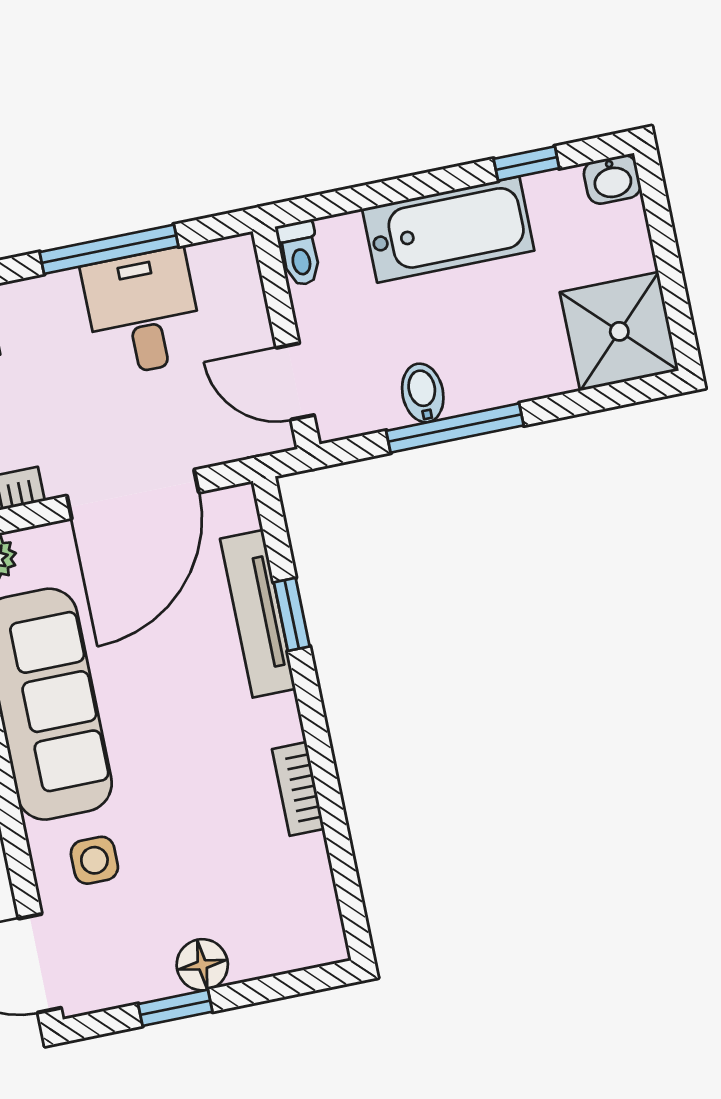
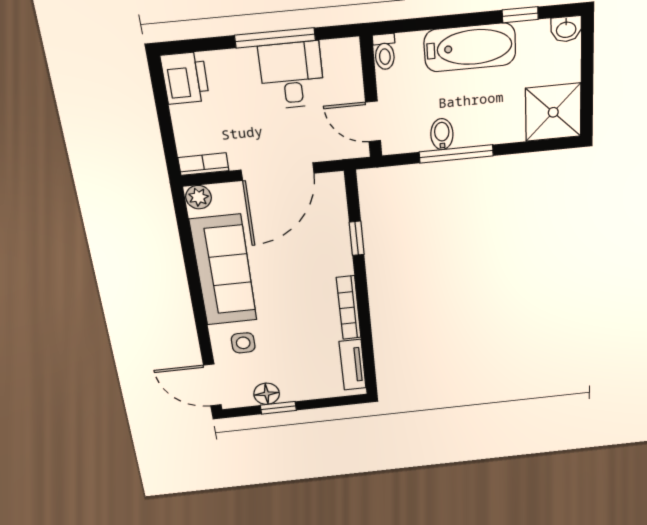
tv unit: (258, 614) -> (353, 365), moved, width x0.71
bookcase: (298, 789) -> (349, 308), width x1.56
floor lamp: (202, 965) -> (267, 394), moved

